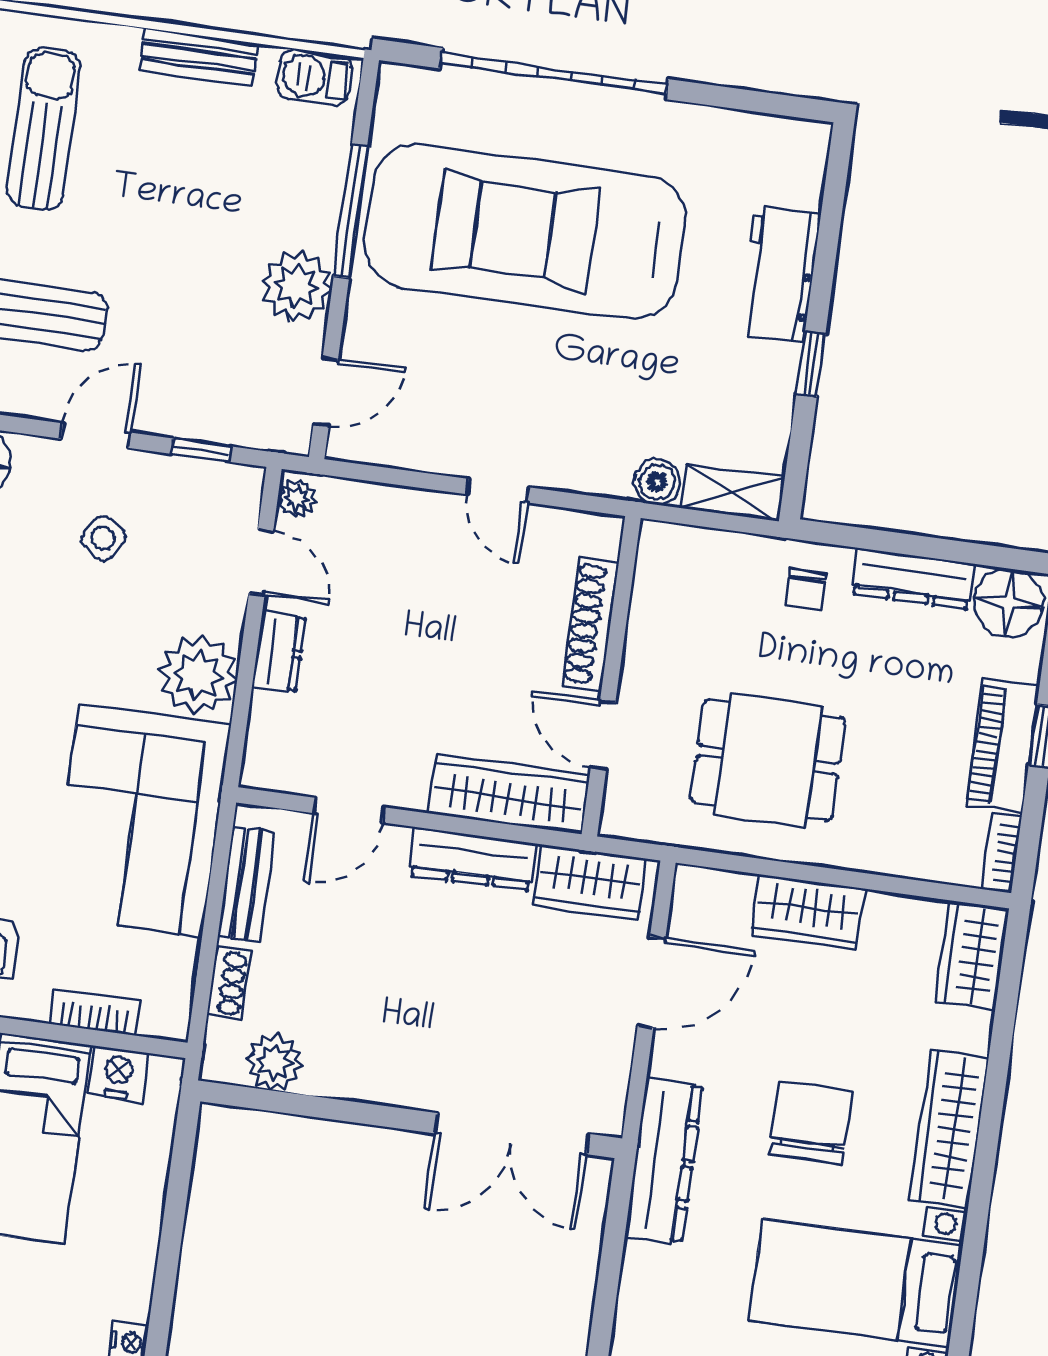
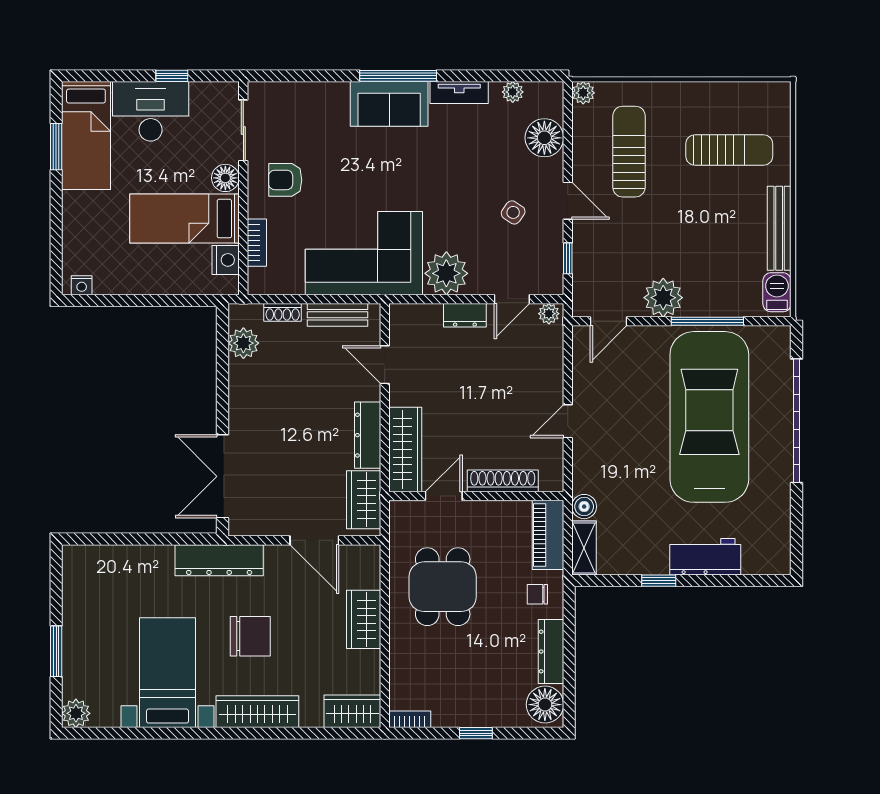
bench: (199, 57) -> (779, 228), width x1.36
door: (326, 391) -> (608, 321), hinge flipped
piano: (1003, 746) -> (548, 535), moved, turned -90

